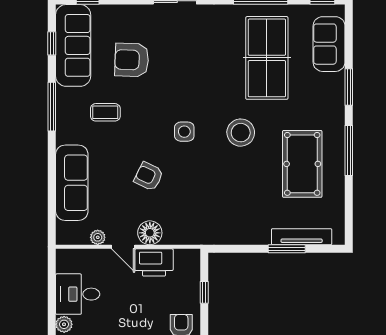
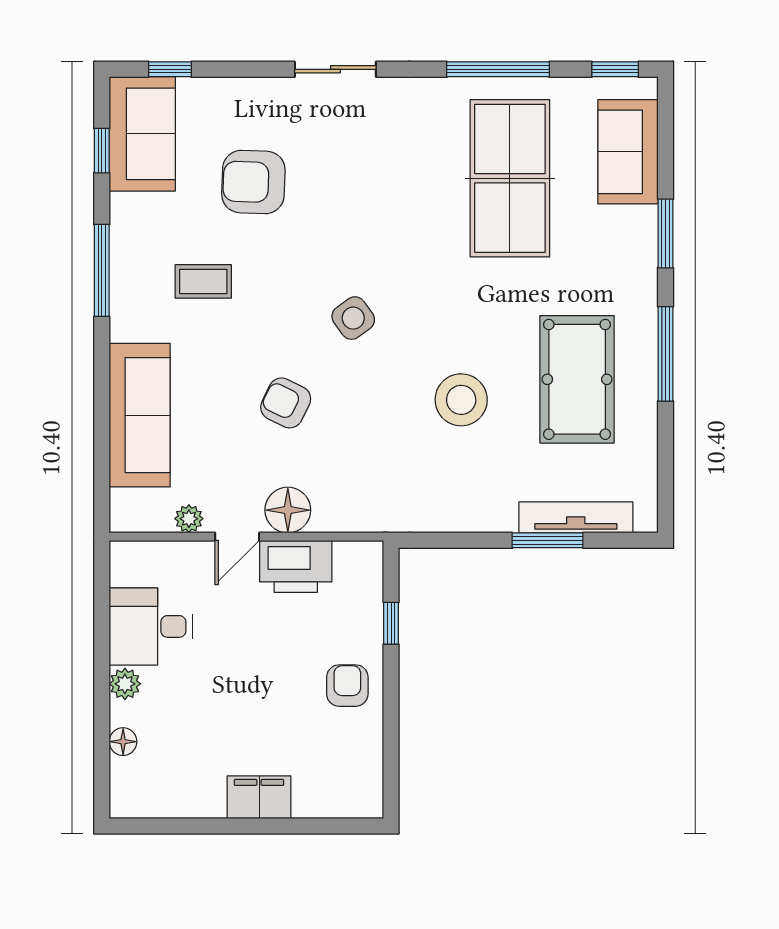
sofa: (73, 45) -> (142, 134), width x0.73
side table: (184, 132) -> (353, 318), turned -36
stool: (241, 133) -> (461, 400), moved
door: (123, 247) -> (237, 537), hinge flipped

